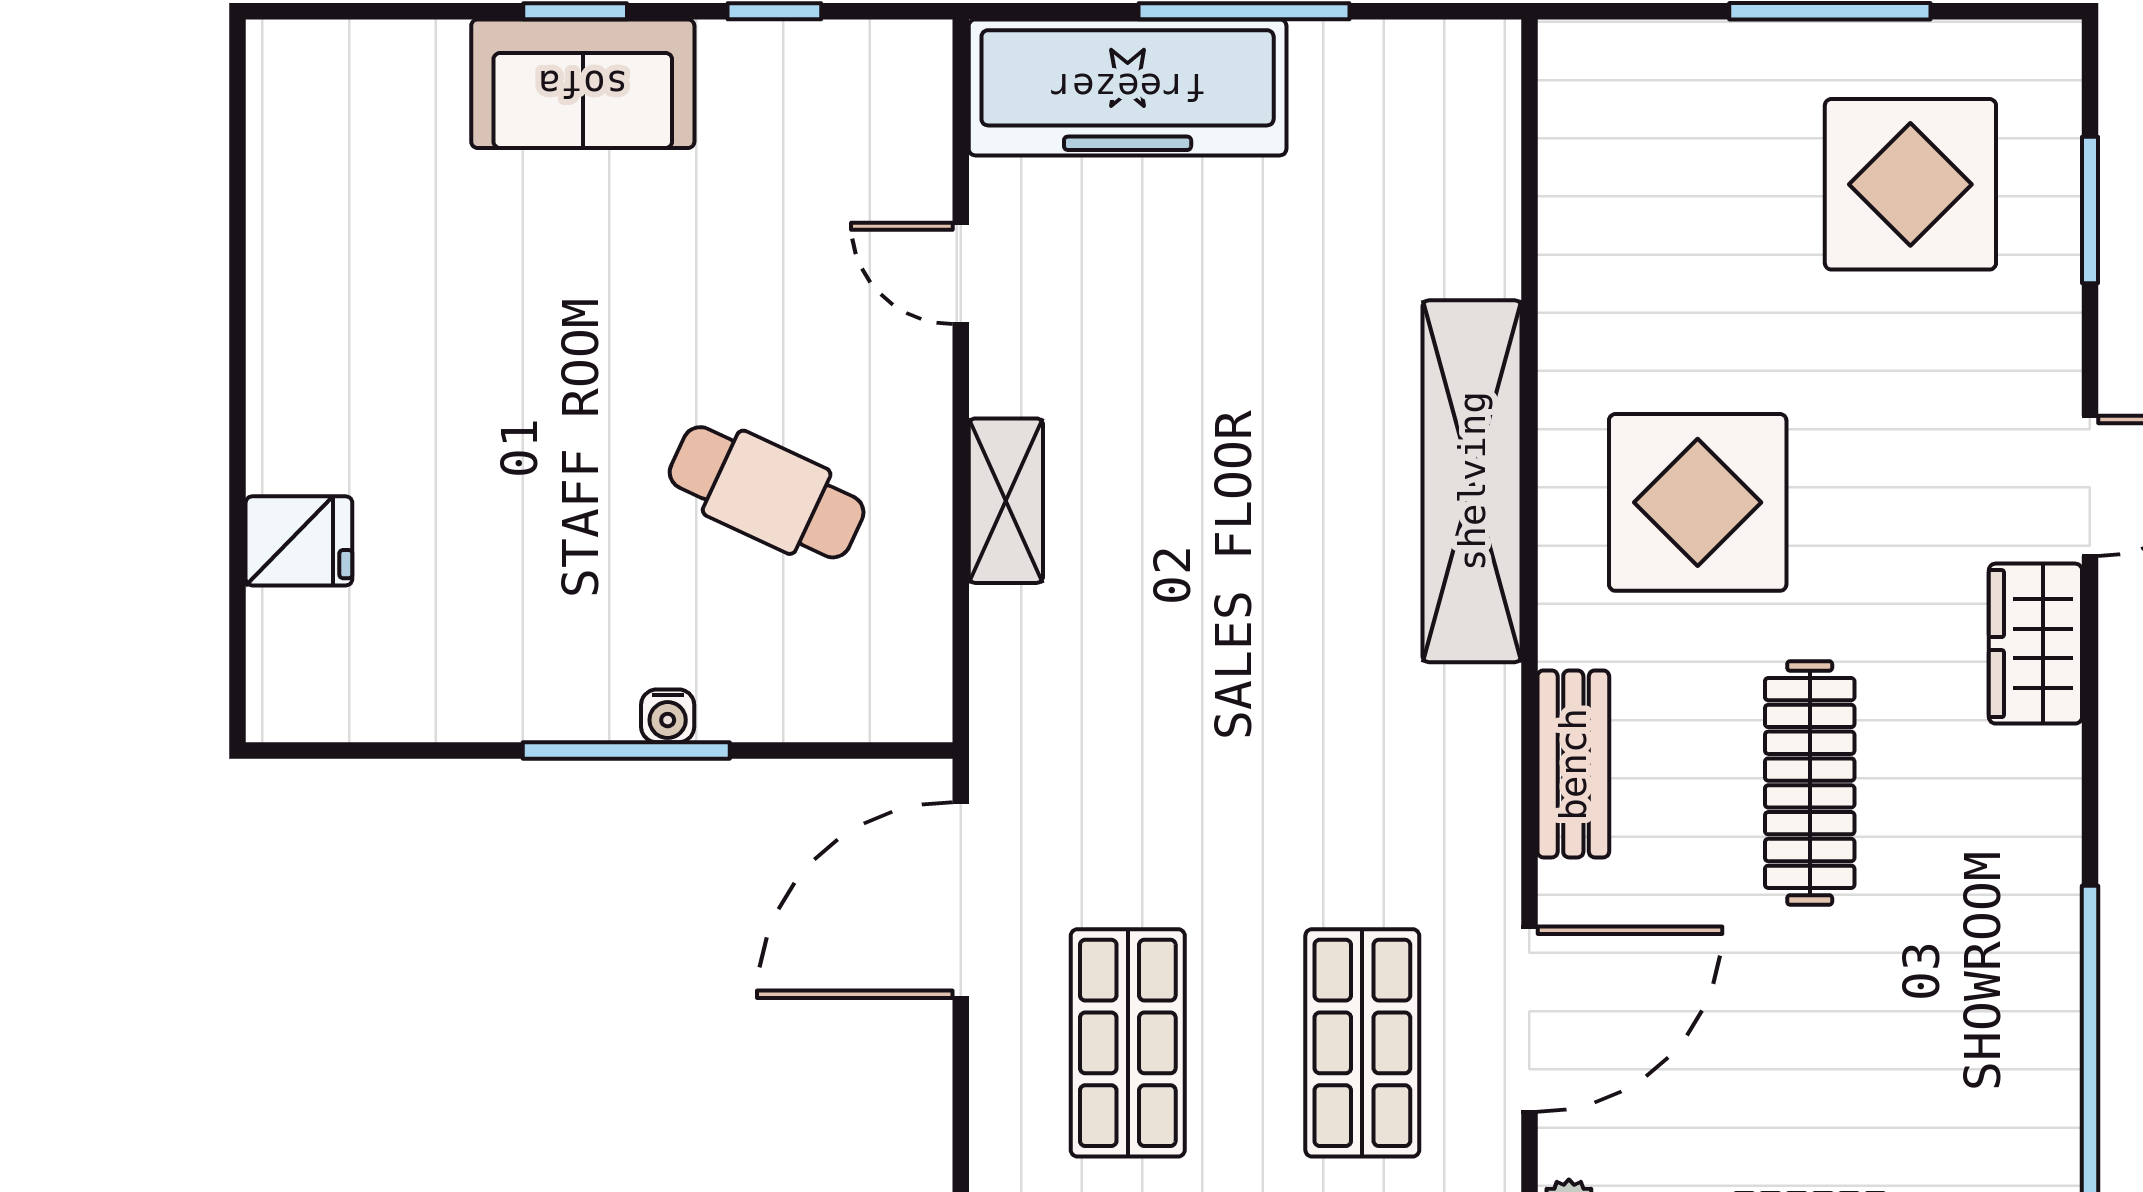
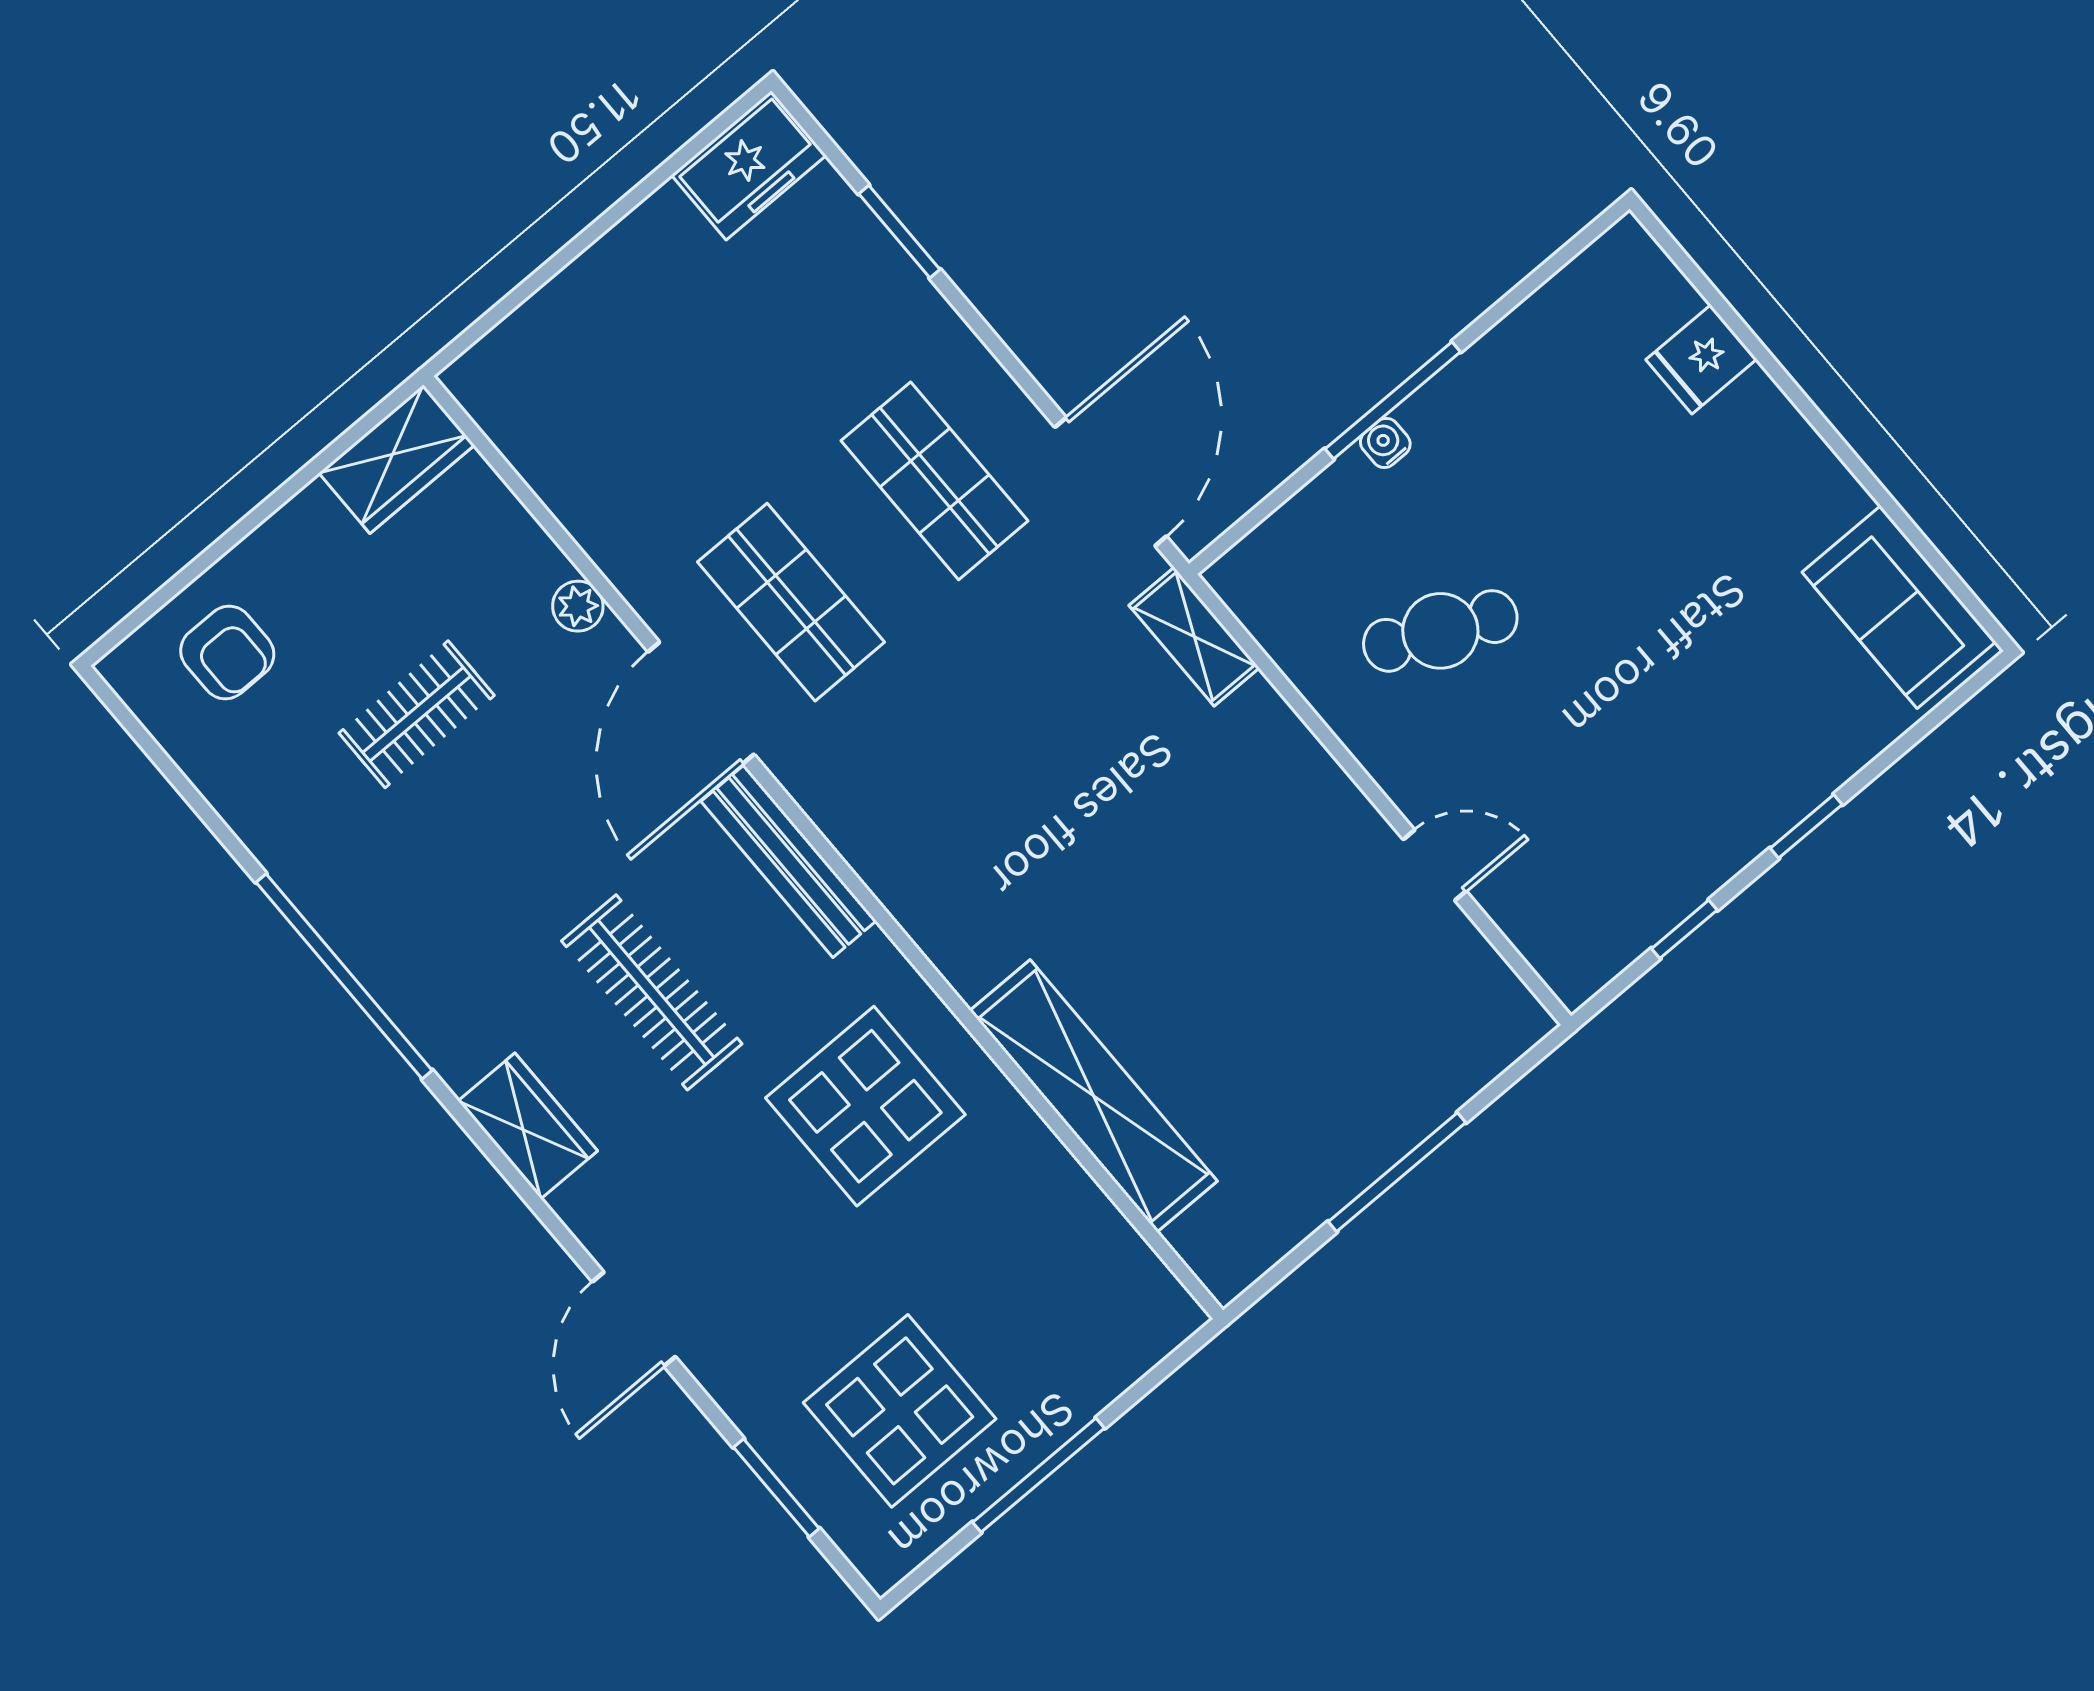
sofa: (583, 84) -> (1899, 607), moved, turned -90
freezer: (1128, 87) -> (1429, 1065), removed
shelving: (1472, 481) -> (1093, 1096), moved
shelving: (1006, 501) -> (1194, 637), moved
wardrobe: (2035, 644) -> (528, 1126), moved
bench: (1573, 764) -> (789, 861), width x1.36

